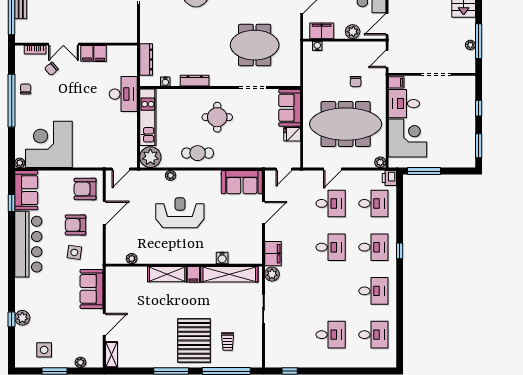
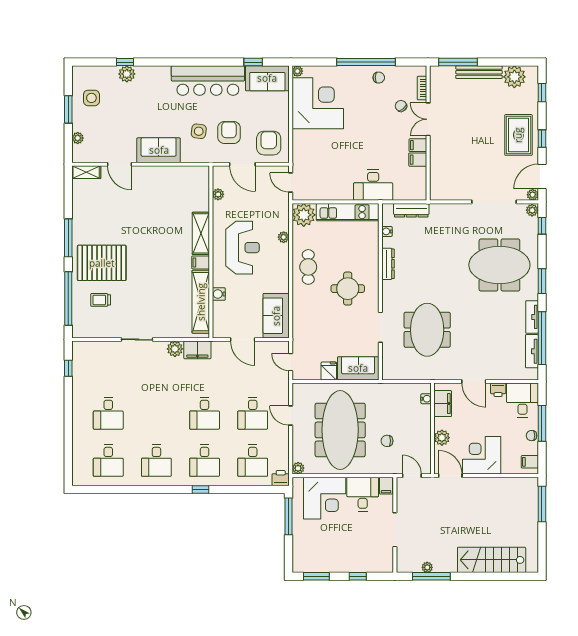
water cooler: (222, 258) -> (219, 294), moved
plant: (132, 259) -> (218, 194), moved
wall: (184, 265) -> (211, 252), moved
shelving: (167, 274) -> (201, 233), moved
filing cabinet: (193, 274) -> (201, 262), moved
shelving: (229, 274) -> (201, 302), moved

